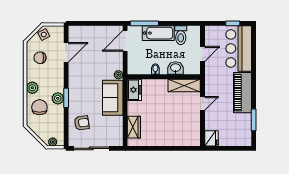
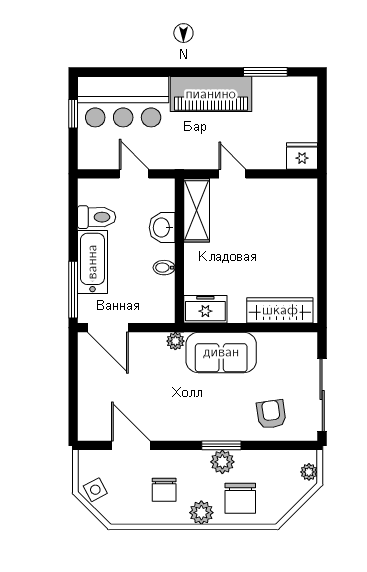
chair: (40, 58) -> (164, 490), moved
chair: (39, 107) -> (240, 498), turned -90
wardrobe: (134, 127) -> (280, 310), width x1.50

